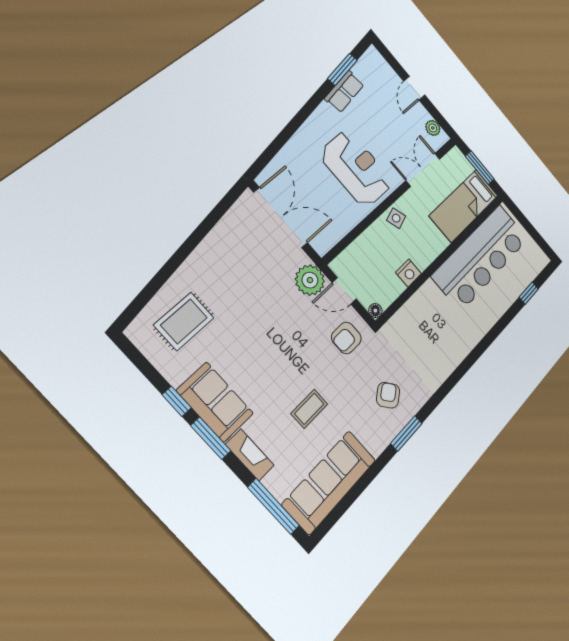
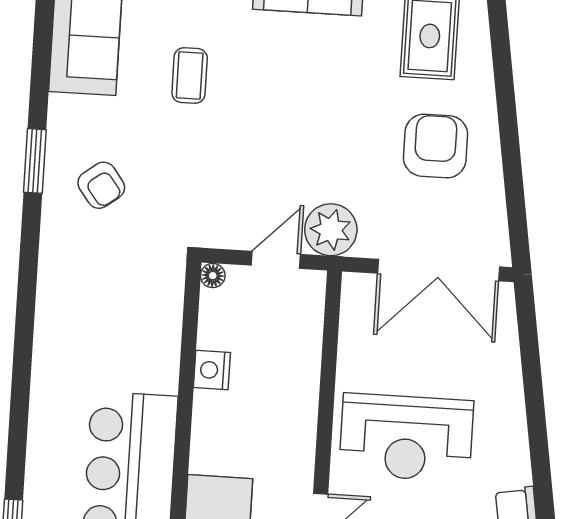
side table: (396, 218) -> (294, 427), removed
armchair: (346, 338) -> (435, 146), moved, width x1.38, depth x1.38

